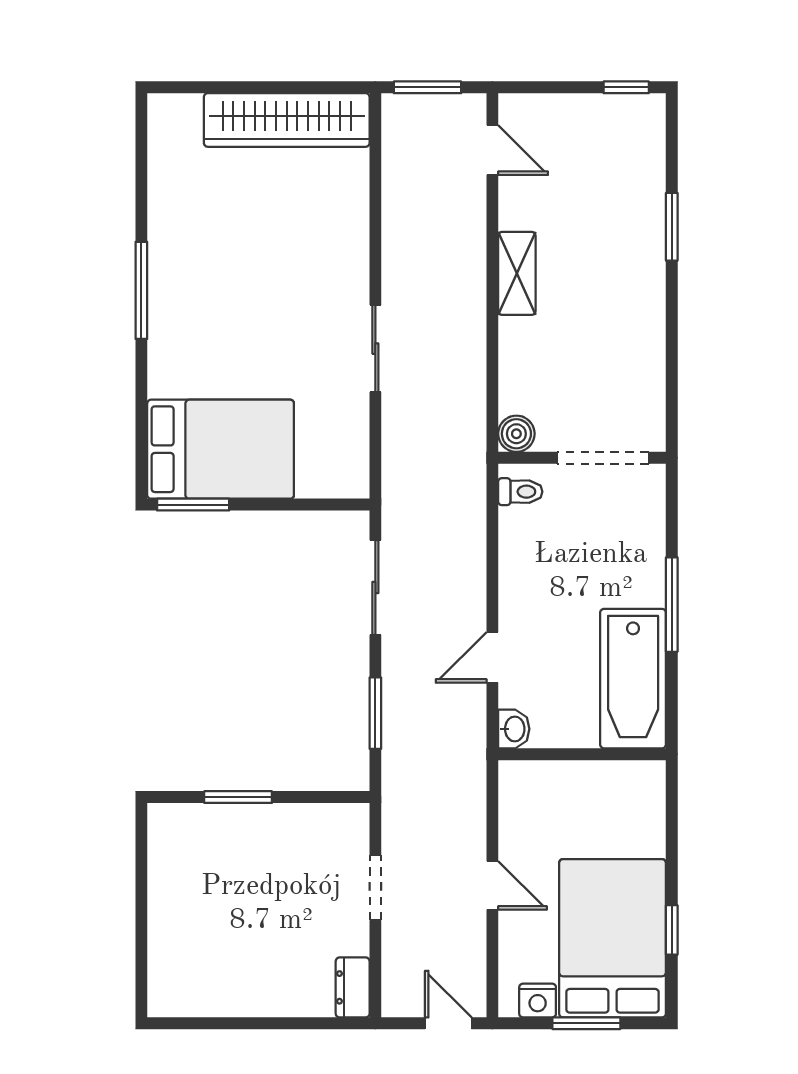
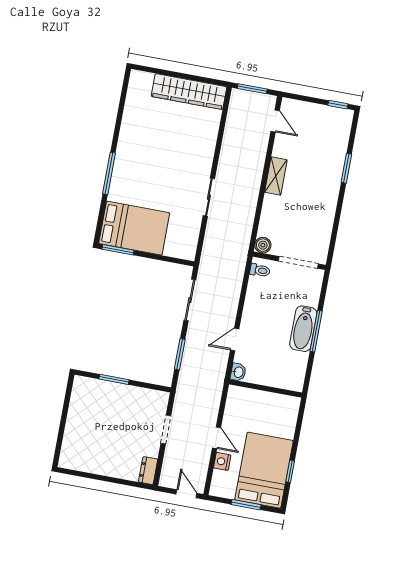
window: (141, 290) -> (109, 173), moved
bathtub: (633, 679) -> (303, 329), moved, width x0.73, depth x0.73
nightstand: (538, 1001) -> (222, 461), moved, turned 90

